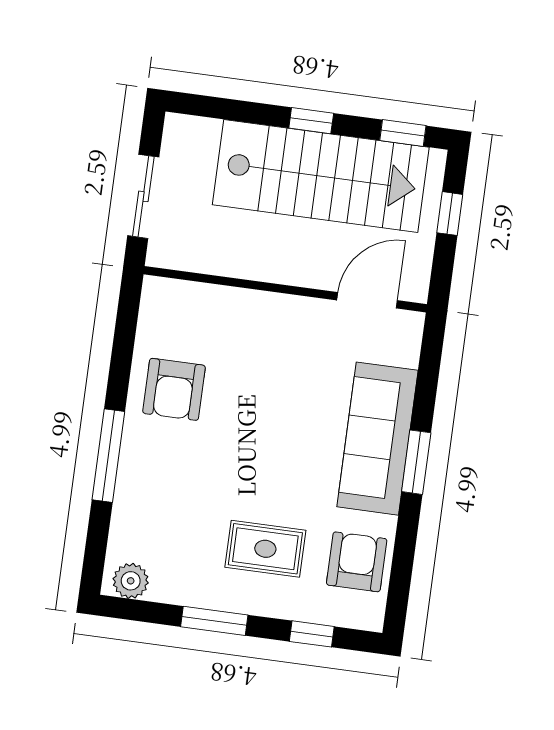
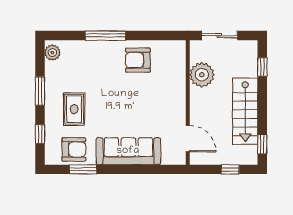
window: (311, 121) -> (262, 67), moved
stairs: (321, 176) -> (245, 111), width x0.73, depth x0.66
plant: (227, 249) -> (202, 75), added
window: (416, 462) -> (83, 169), moved

